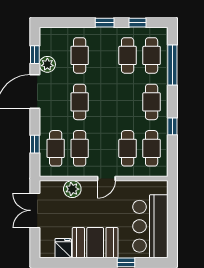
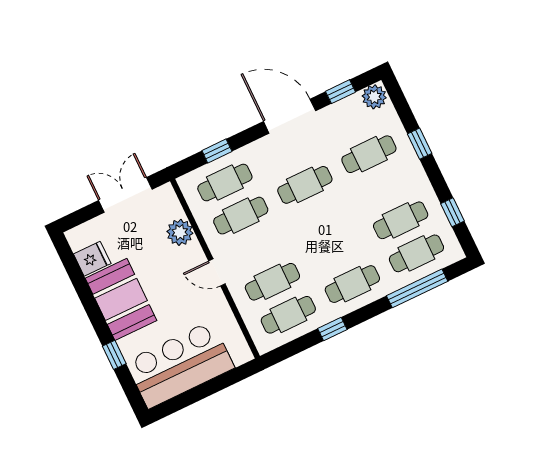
window: (105, 23) -> (420, 144), moved
plant: (47, 64) -> (374, 97), moved

